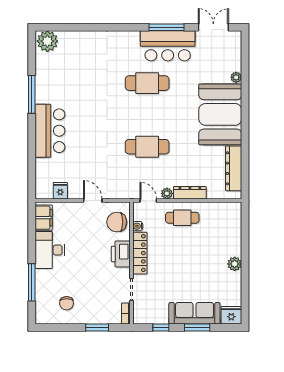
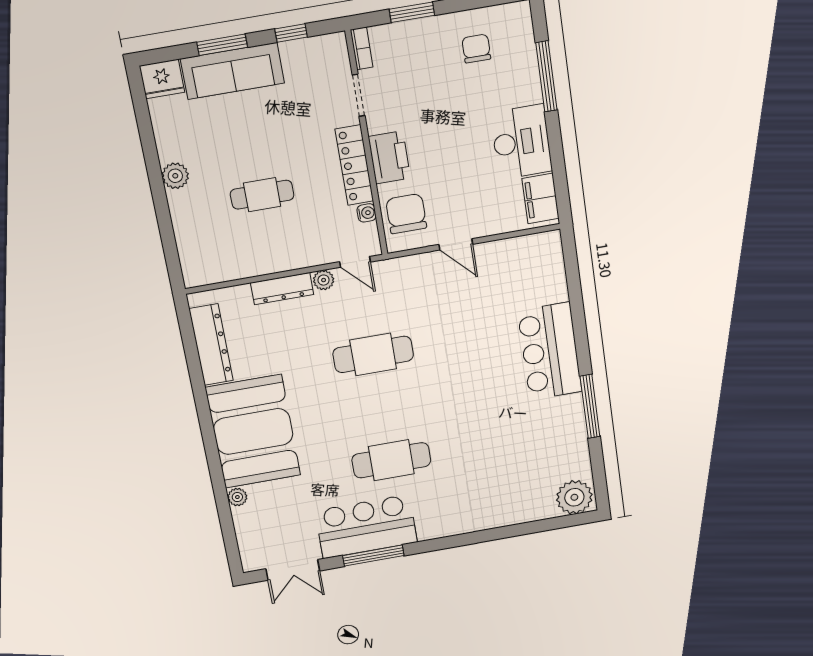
fridge: (60, 191) -> (517, 251), removed
cafe table: (182, 218) -> (262, 195), moved
chair: (117, 222) -> (406, 214), turned -90

